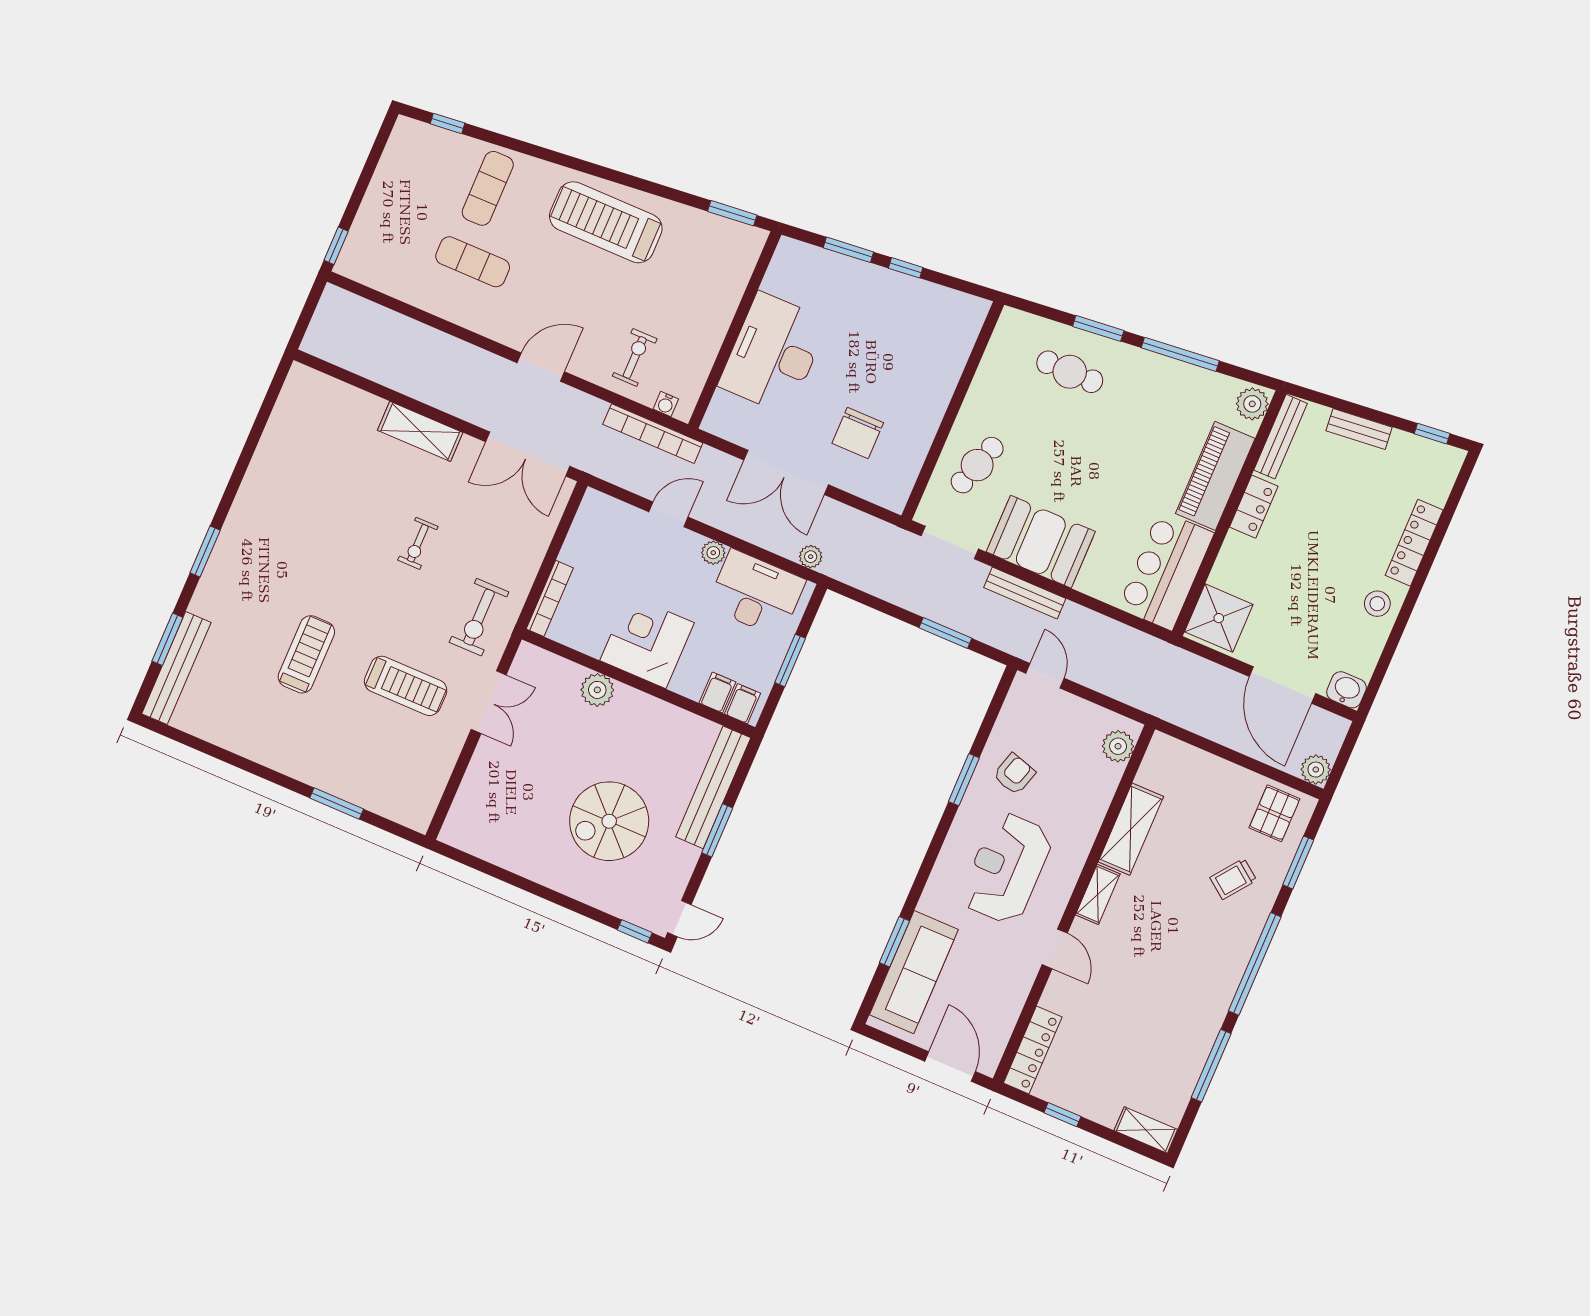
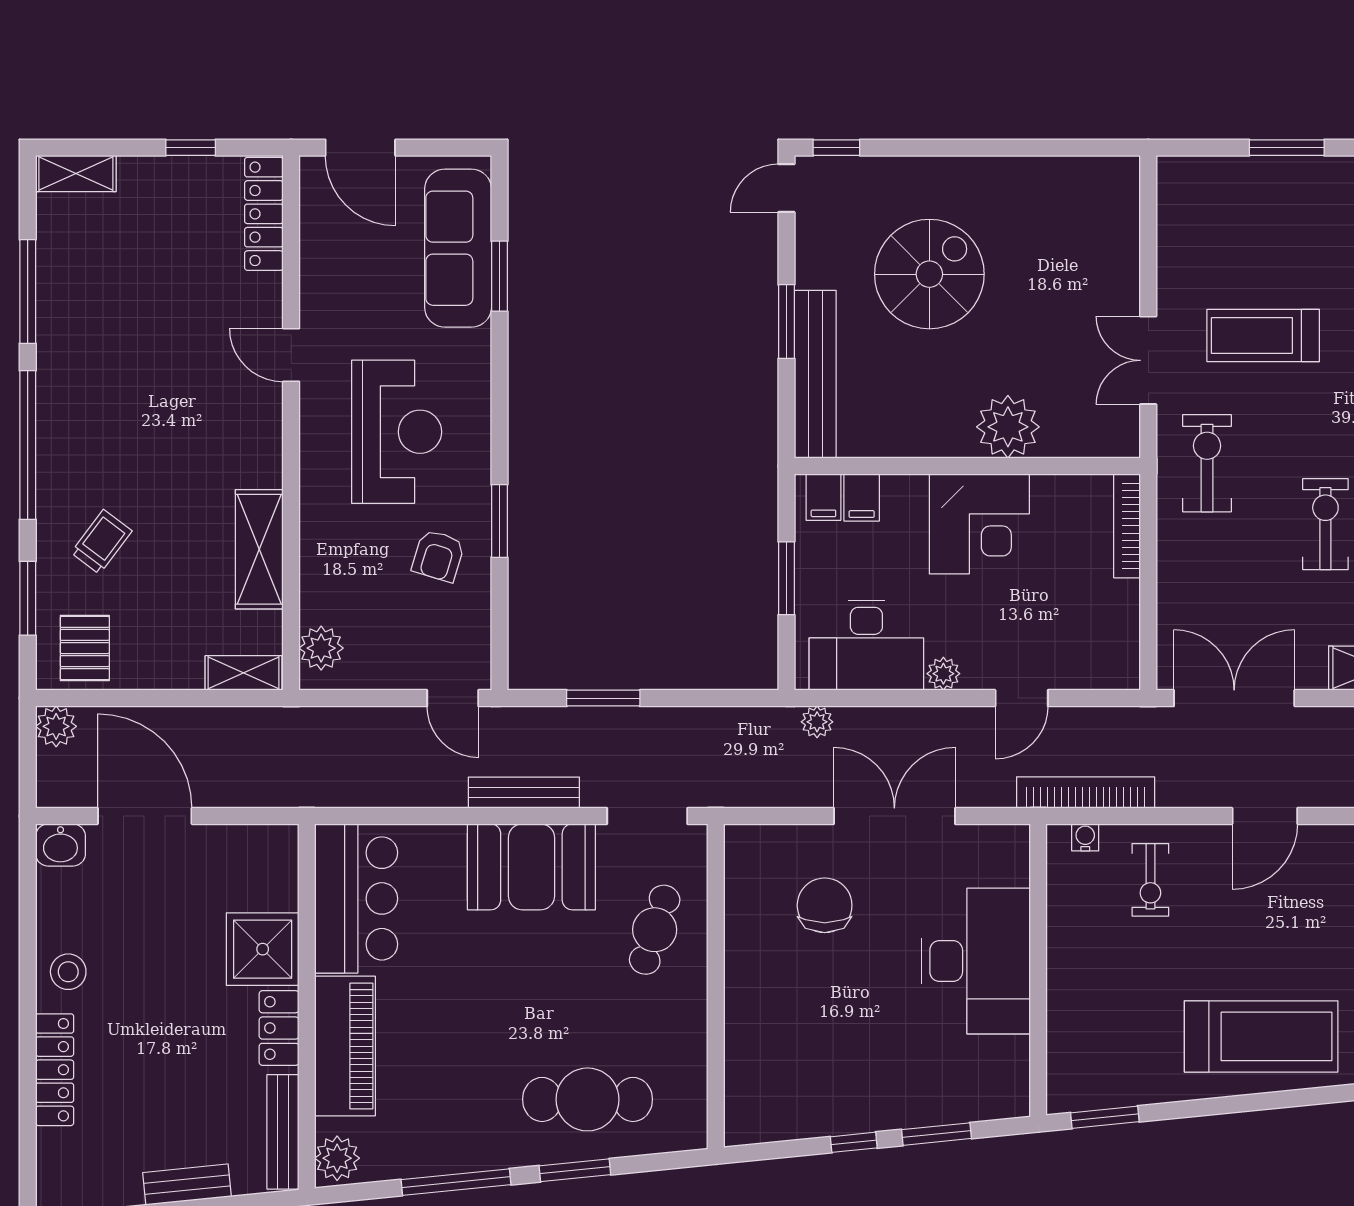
cafe table: (1070, 372) -> (587, 1099), width x1.37, depth x1.35
exercise bike: (418, 543) -> (1325, 524), width x1.38, depth x1.39
shower: (1219, 618) -> (263, 949), moved
plant: (597, 690) -> (1008, 427), width x1.36, depth x1.36
shelving: (1098, 894) -> (244, 673), moved, turned 90

